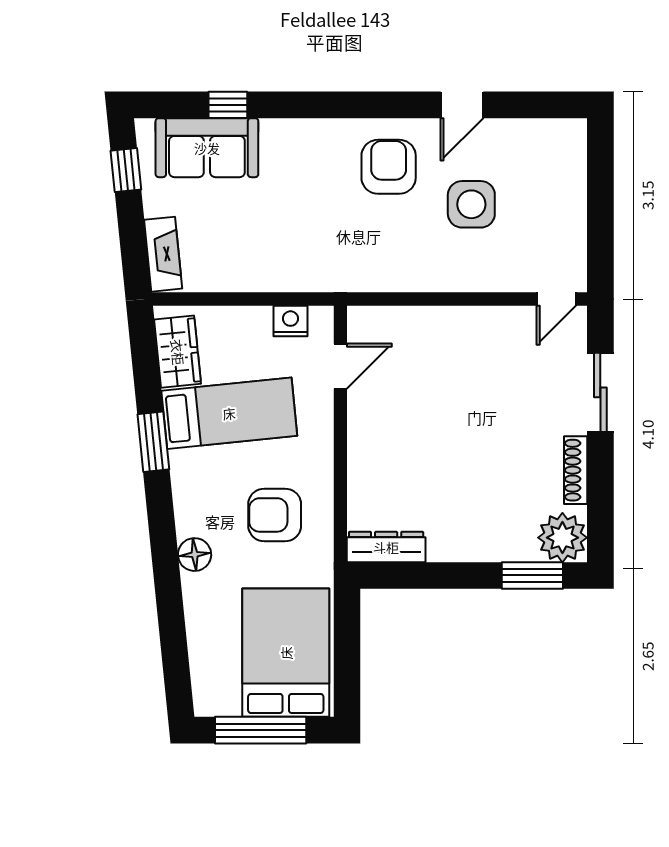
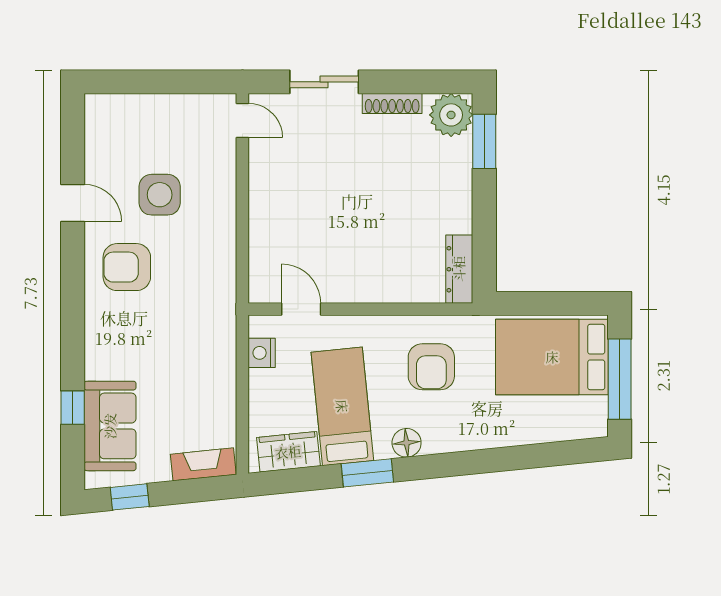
floor lamp: (195, 555) -> (407, 443), moved

